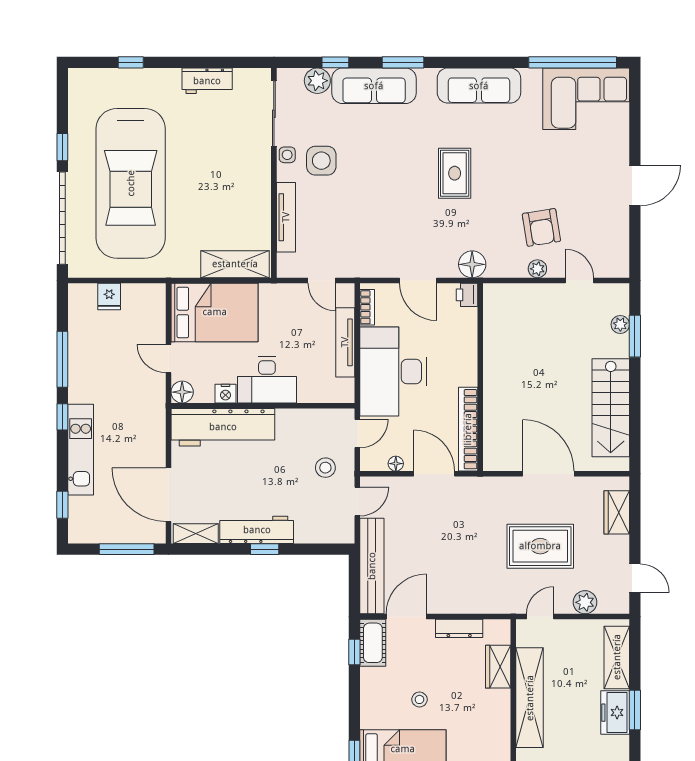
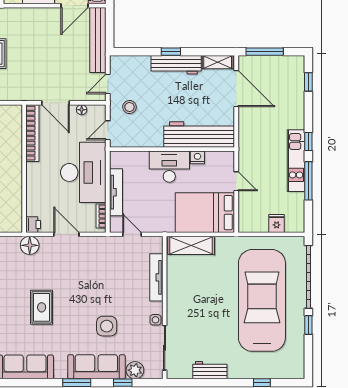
side table: (321, 161) -> (107, 326), moved
floor lamp: (182, 392) -> (227, 158), removed
kitchen unit: (81, 450) -> (296, 161), moved

